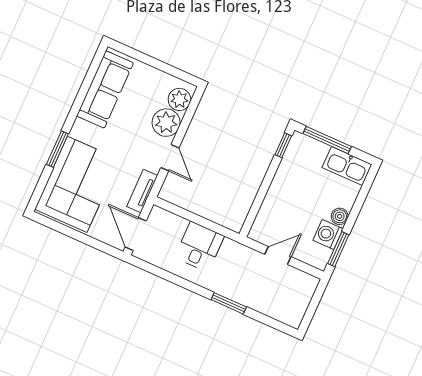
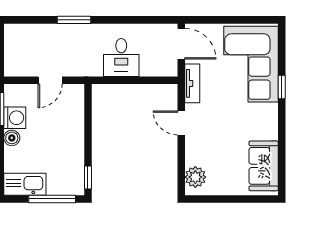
sofa: (105, 89) -> (264, 166), width x0.73
plant: (166, 123) -> (198, 152), removed
window: (57, 149) -> (282, 87), width x0.67

